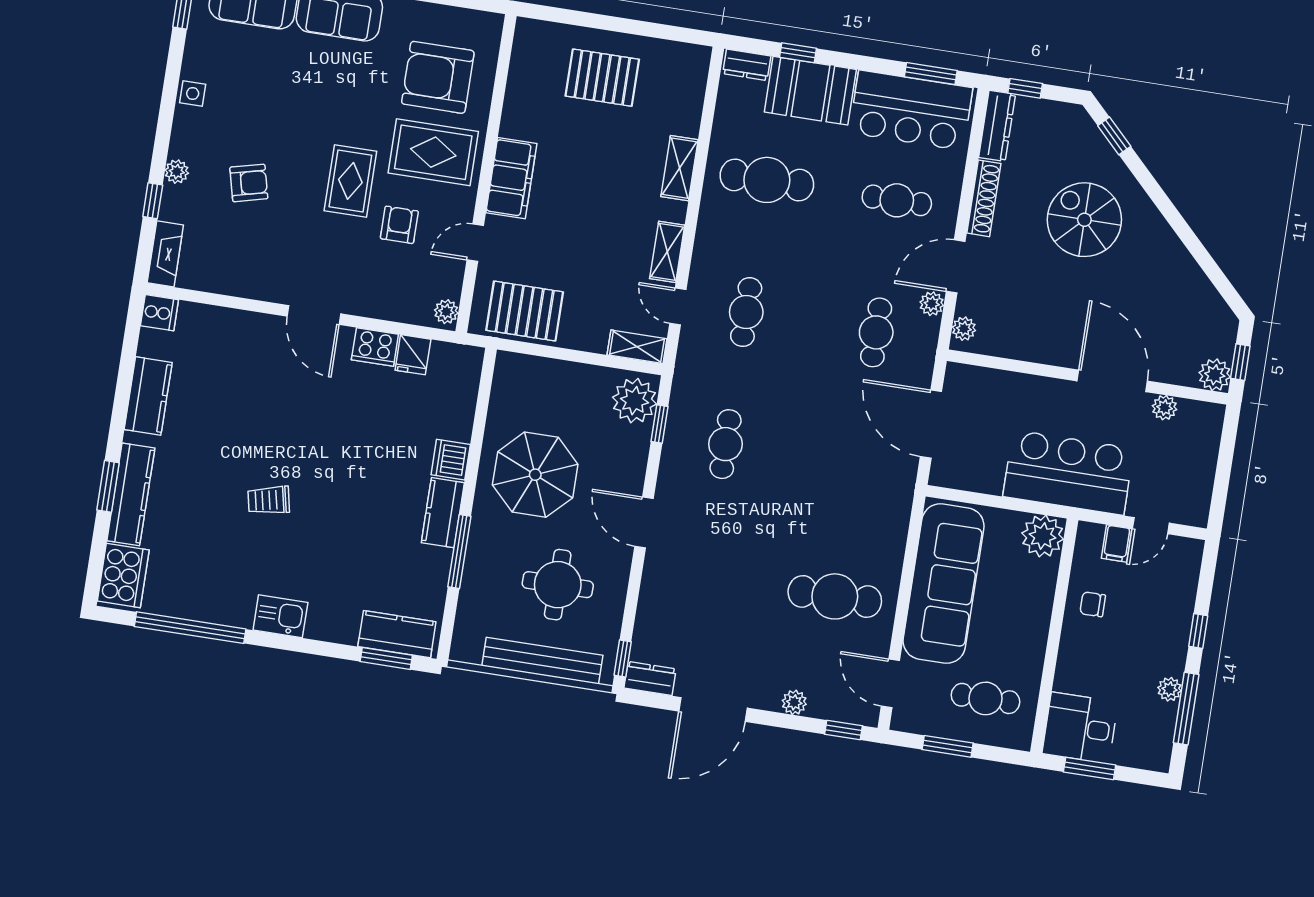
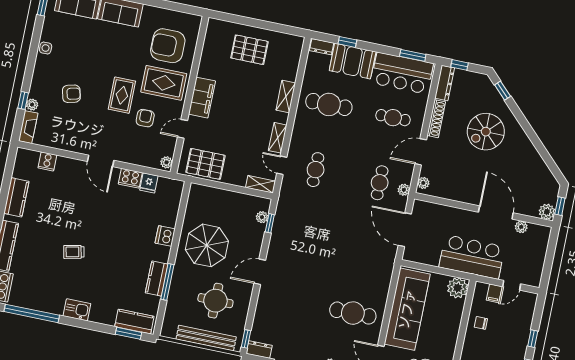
plant: (177, 172) -> (32, 105), moved
spiral stairs: (1084, 220) -> (486, 132), turned -90
plant: (932, 304) -> (404, 190), moved
cooker: (159, 313) -> (47, 161), moved, turned 90
plant: (634, 401) -> (262, 217), width x0.53, depth x0.53
cafe table: (726, 444) -> (302, 235), removed
kitchen counter: (443, 513) -> (157, 279), moved
door: (644, 522) -> (260, 272), hinge flipped

